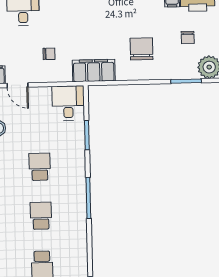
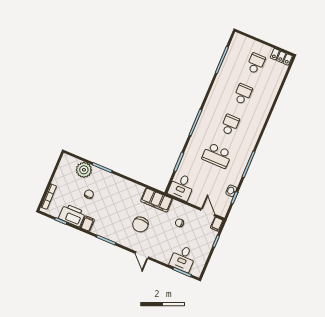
chair: (142, 49) -> (140, 224), moved
school desk: (40, 167) -> (217, 155), width x1.85
school desk: (41, 216) -> (230, 125), turned 180

